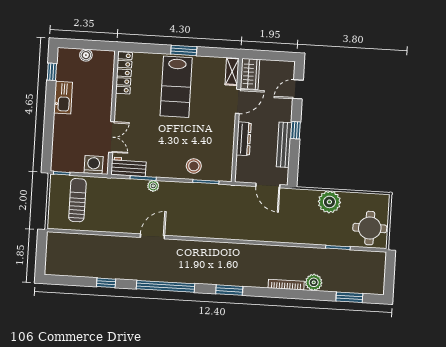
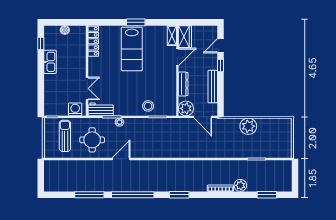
window: (295, 130) -> (220, 65), moved
plant: (245, 172) -> (186, 108), added
round table: (370, 228) -> (92, 140), moved
window: (106, 283) -> (89, 195), width x2.17

